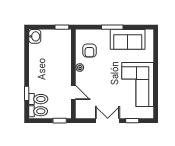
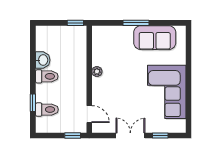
washbasin: (35, 36) -> (43, 60), moved
armchair: (89, 51) -> (109, 51), removed
door: (73, 93) -> (89, 114), moved
toilet: (38, 111) -> (47, 76), moved

